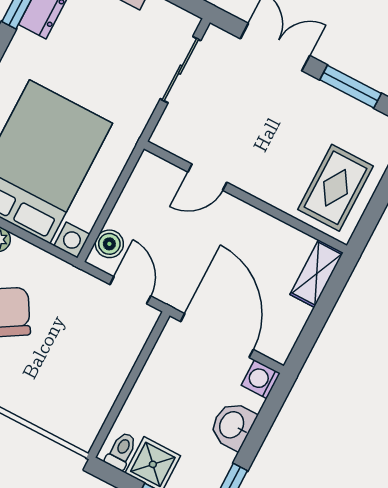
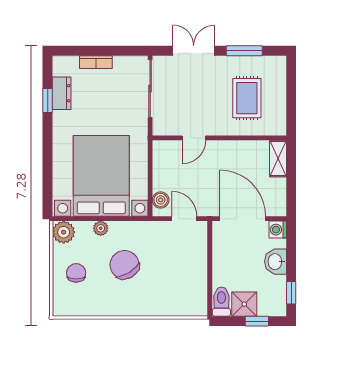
sliding door: (180, 70) -> (150, 89), width x1.37
rug: (336, 188) -> (247, 98), moved
toilet: (121, 451) -> (221, 302), width x1.37, depth x1.39

